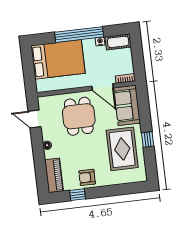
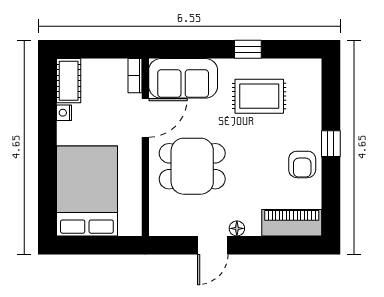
window: (79, 35) -> (47, 148), removed
door: (35, 119) -> (213, 245), moved
rug: (122, 149) -> (259, 96), width x0.73, depth x0.70
window: (77, 195) -> (331, 144), moved

